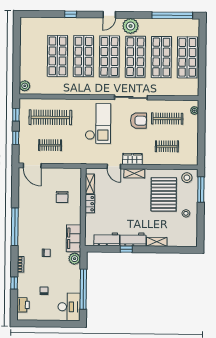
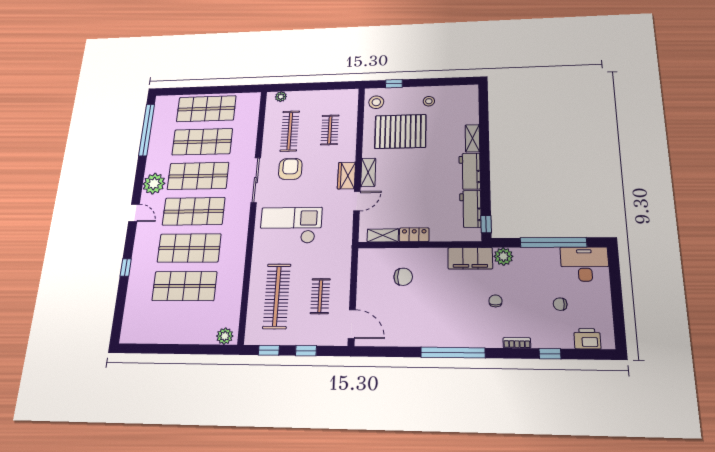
door: (32, 166) -> (352, 324), hinge flipped
window: (201, 190) -> (394, 84), width x0.46
window: (126, 249) -> (486, 224), moved

